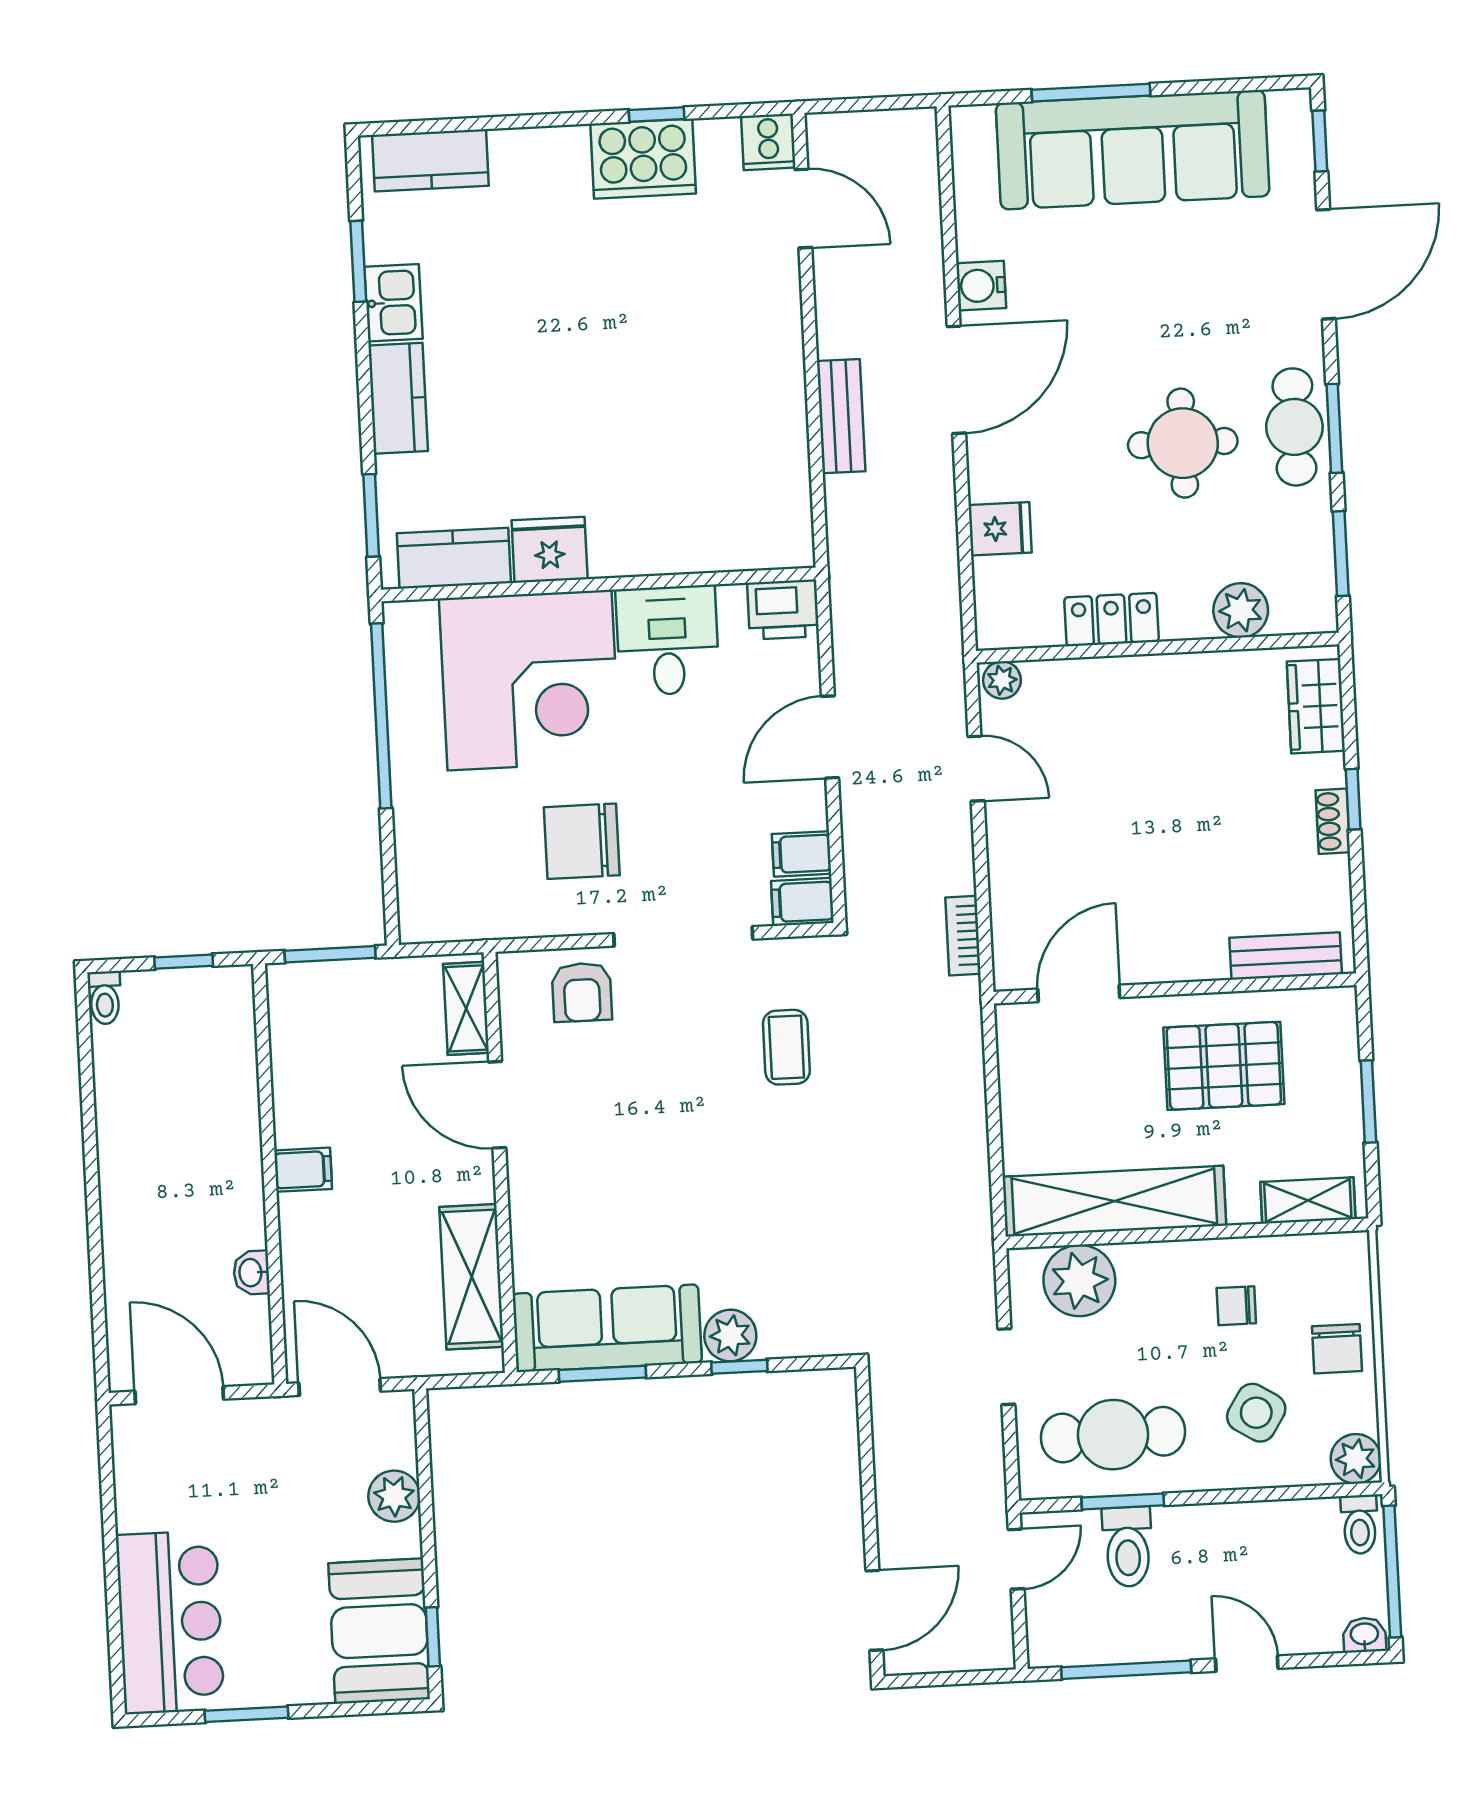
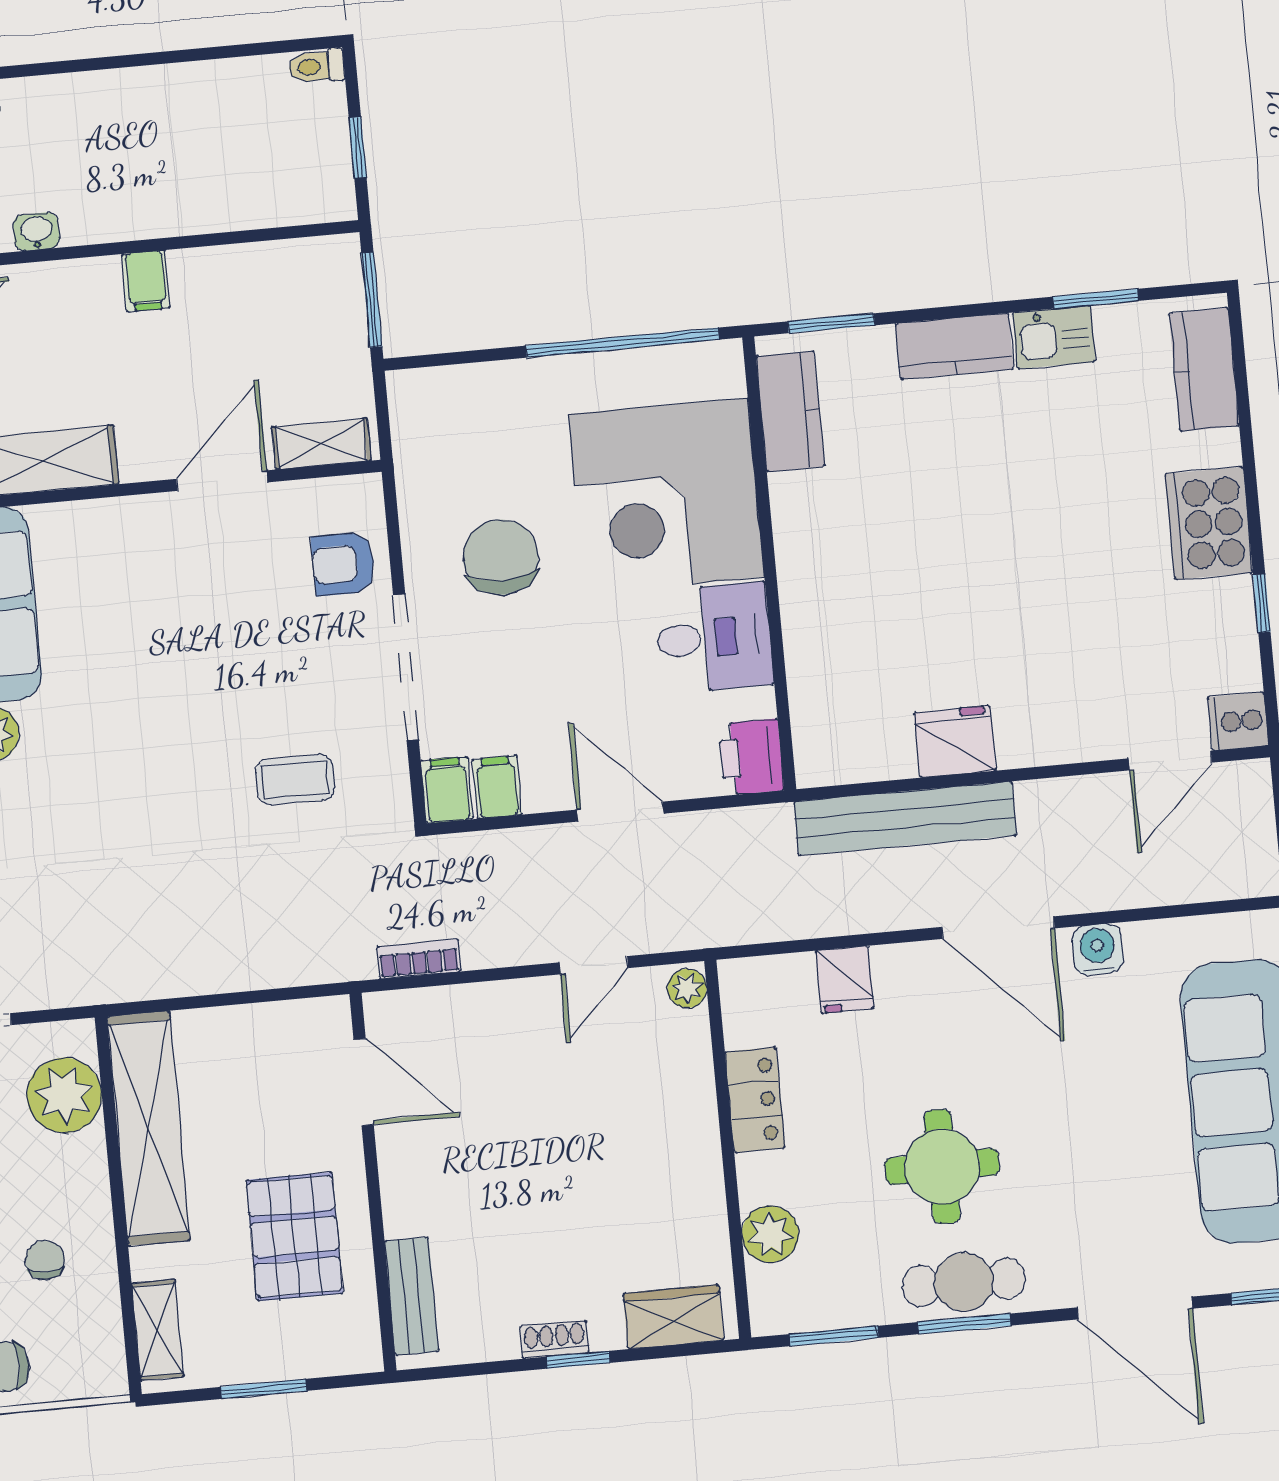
cooker: (643, 159) -> (1209, 523), moved
bench: (841, 416) -> (905, 818), width x1.86, depth x1.21
fridge: (550, 550) -> (955, 742), moved, turned -90

